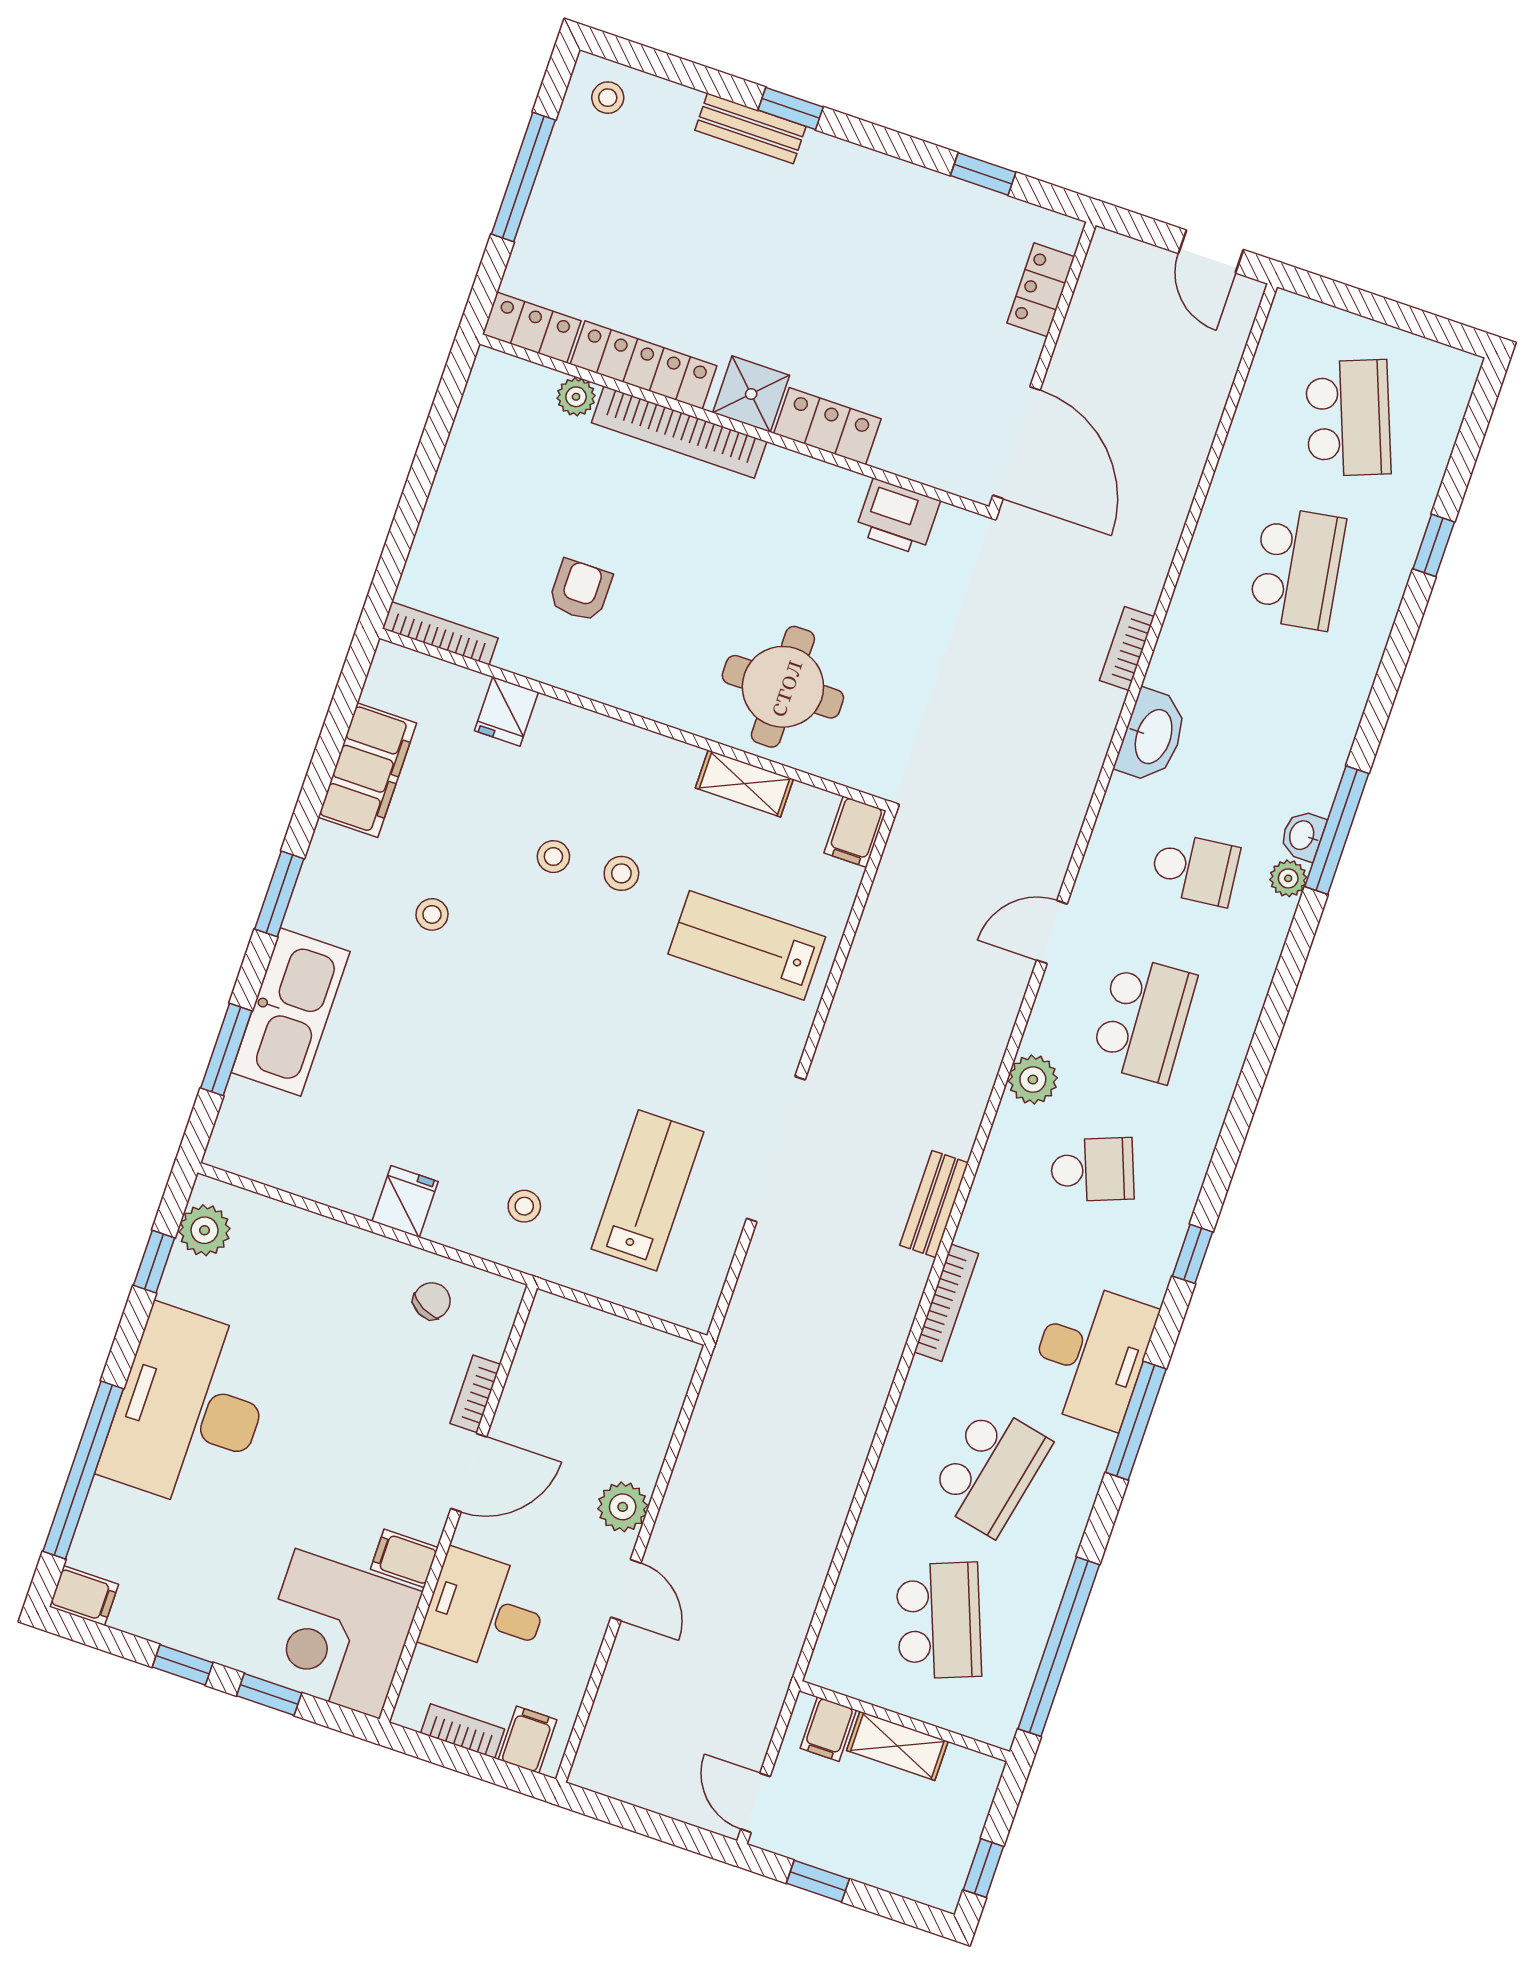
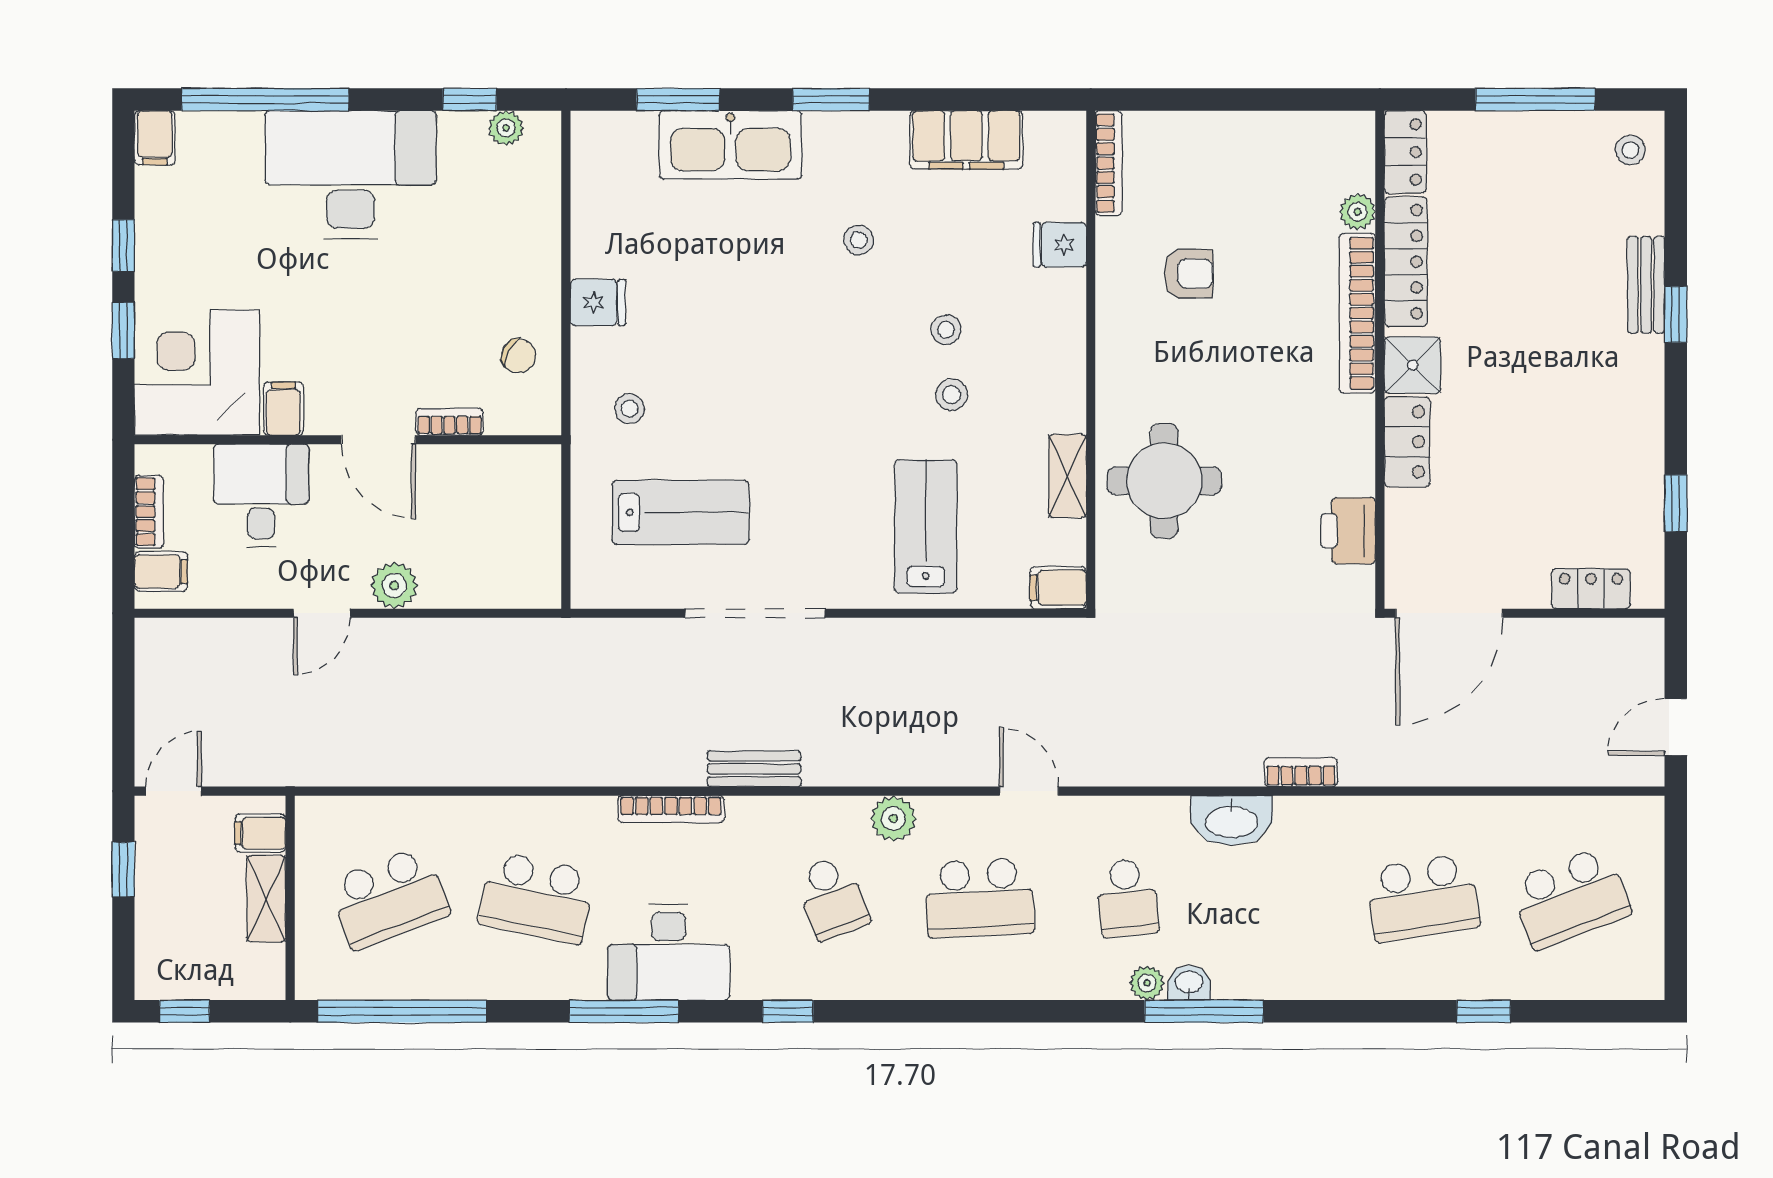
plant: (205, 1230) -> (506, 128), width x0.73, depth x0.73

